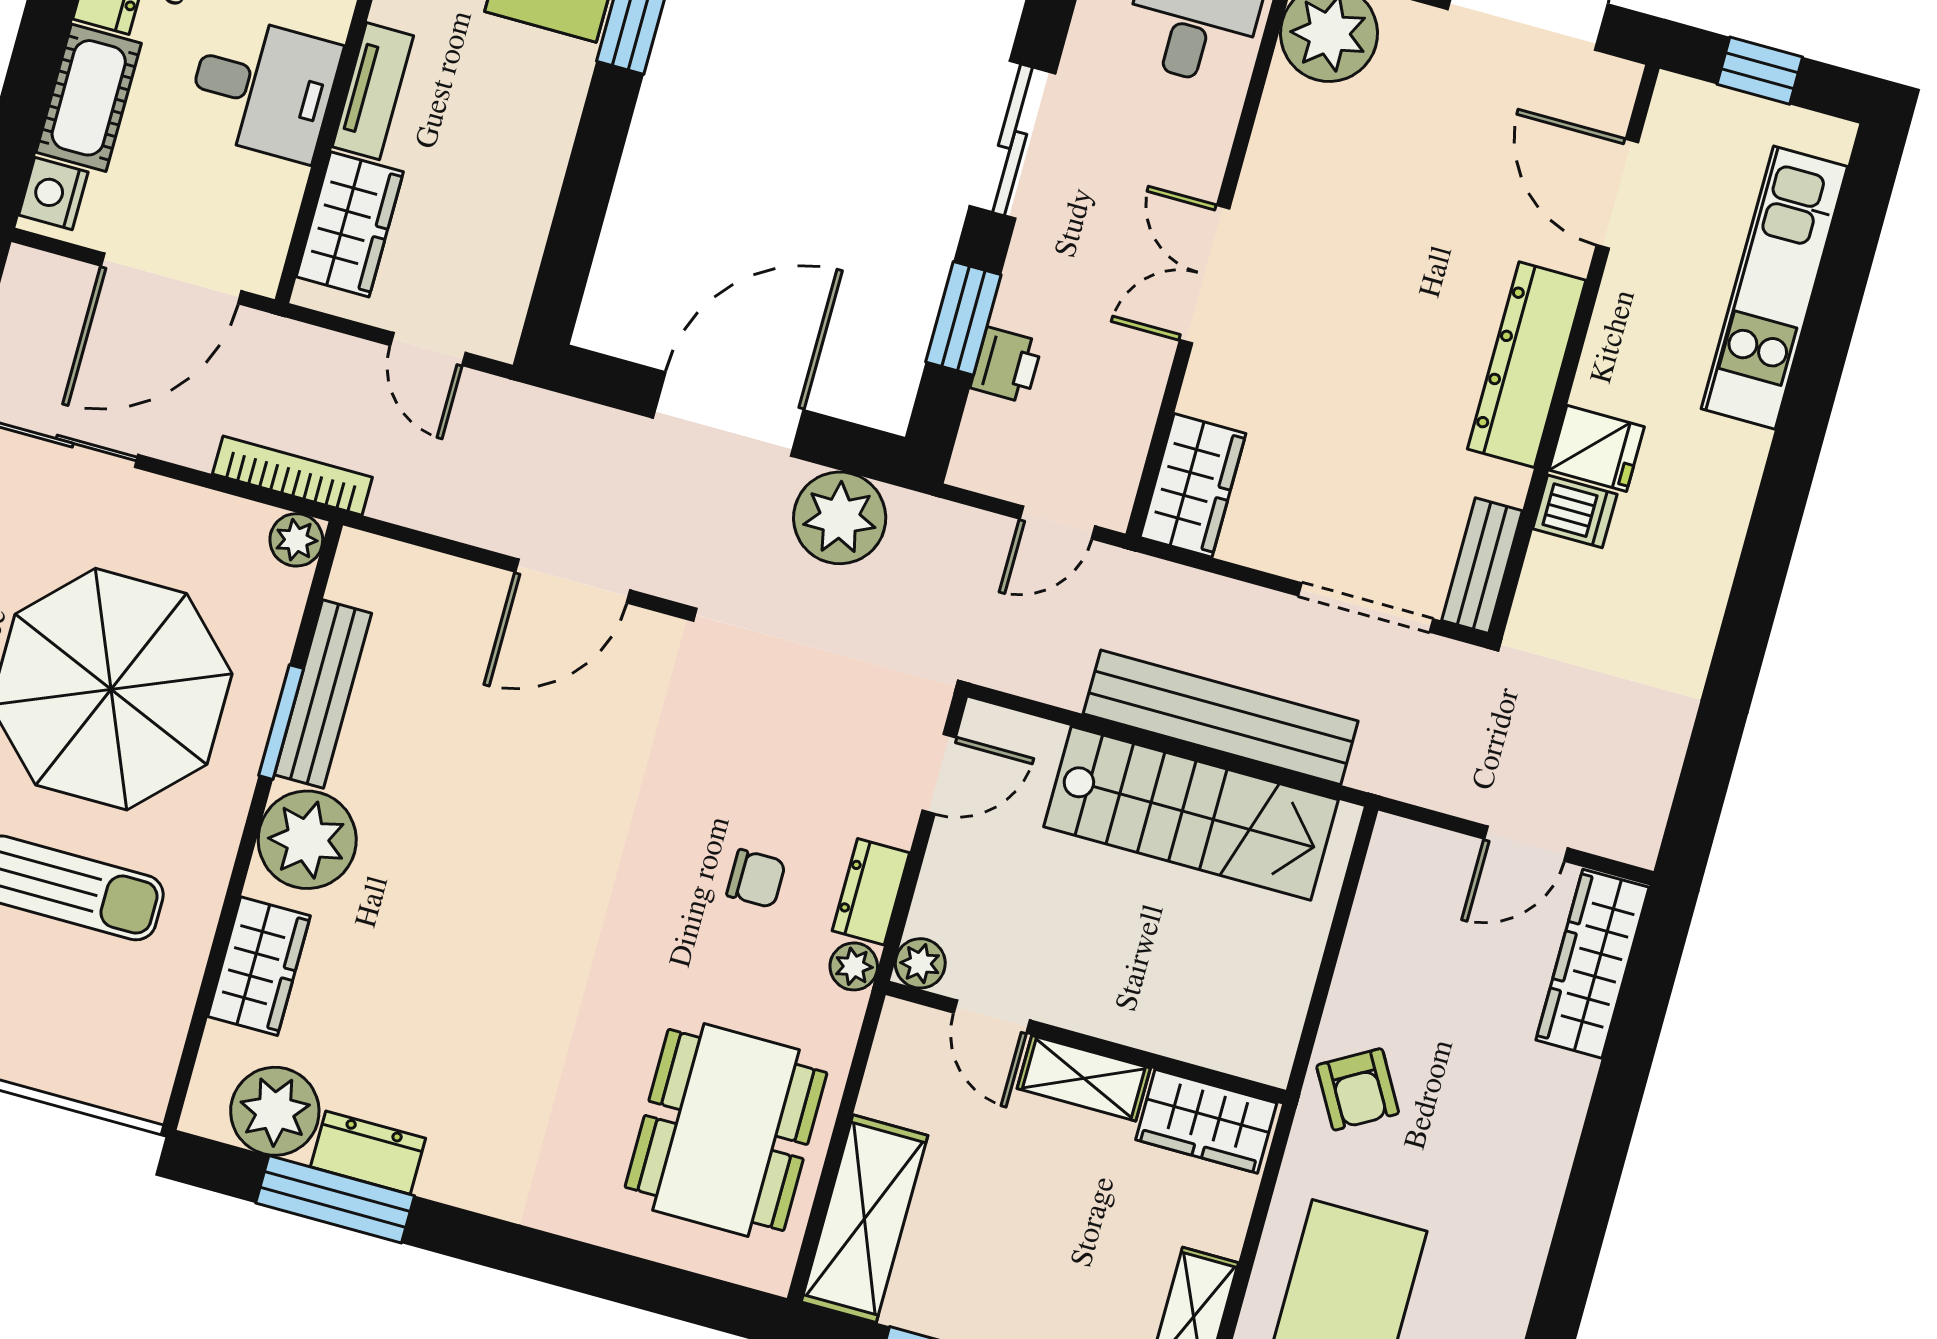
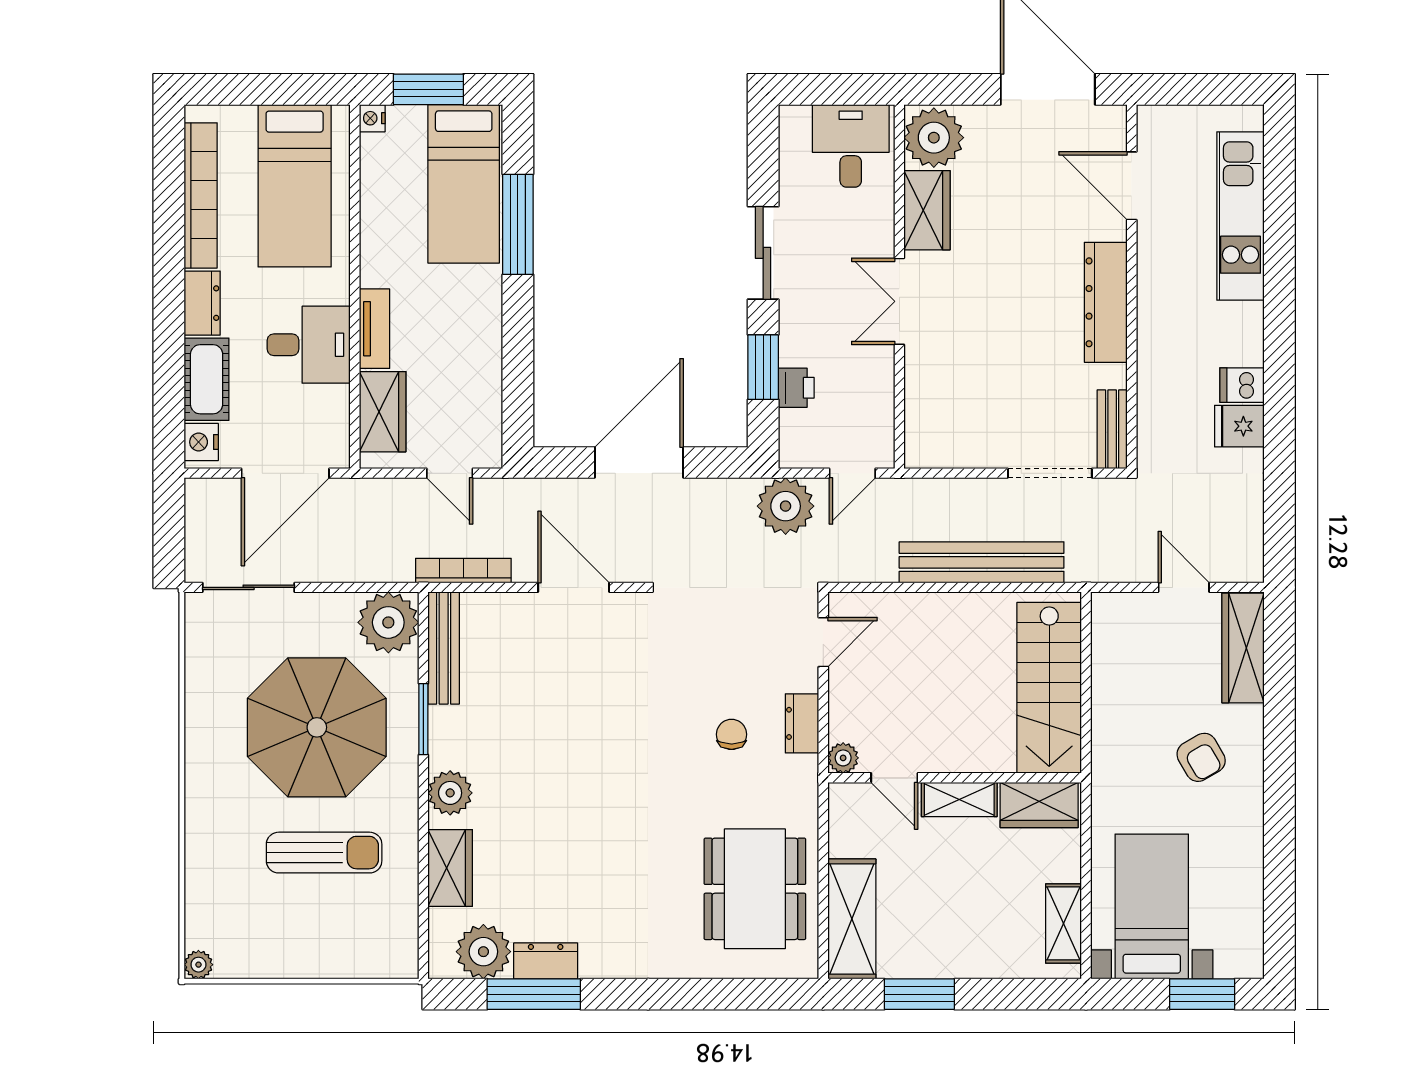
window: (1760, 71) -> (1196, 89), removed
fridge: (1597, 448) -> (1239, 426), moved, turned 180
bookcase: (292, 476) -> (463, 571), moved
wardrobe: (1193, 485) -> (927, 210), moved
dishwasher: (1575, 511) -> (1242, 385), moved, turned 180
plant: (840, 518) -> (786, 506), moved
plant: (296, 540) -> (388, 622), width x1.87, depth x1.87
door: (573, 581) -> (574, 587), swing flipped
bench: (323, 694) -> (444, 648), moved
stairs: (1191, 813) -> (1049, 688), moved, turned 90
plant: (307, 840) -> (450, 793), width x0.73, depth x0.73
door: (1526, 844) -> (1184, 587), swing flipped
chair: (756, 879) -> (732, 734), turned -90
plant: (854, 966) -> (804, 771), removed
armchair: (1358, 1089) -> (1201, 757), moved

